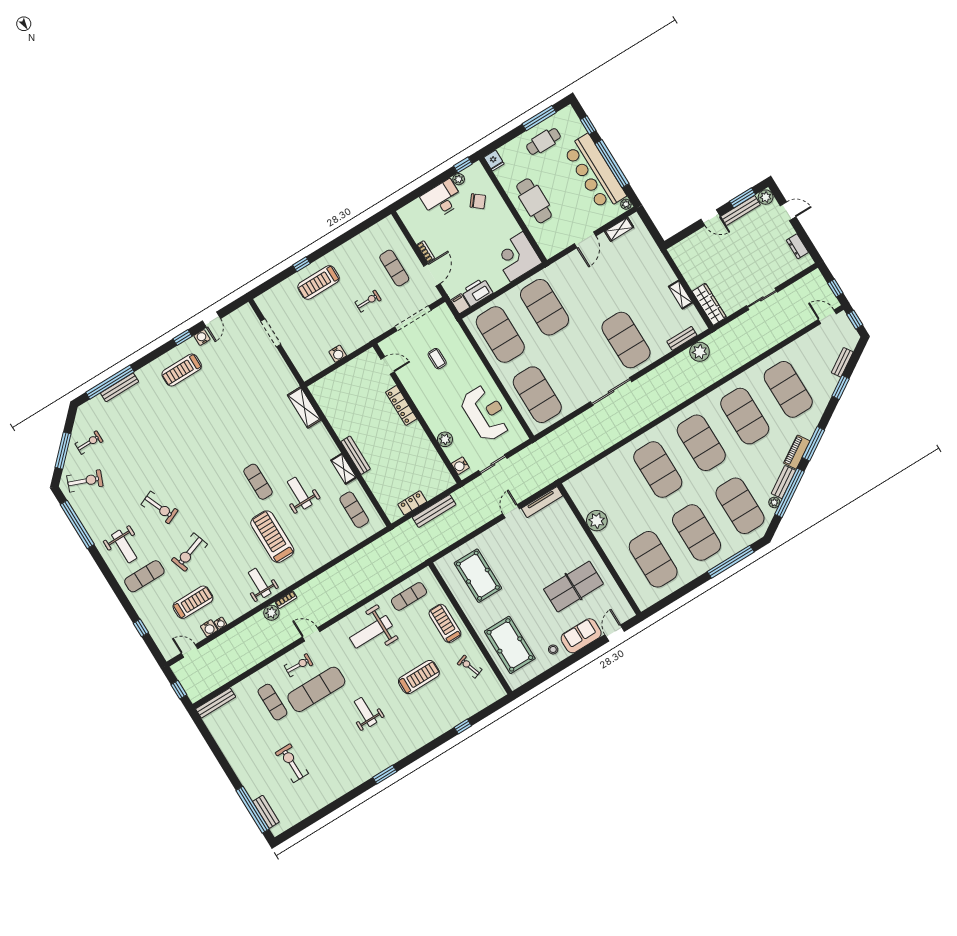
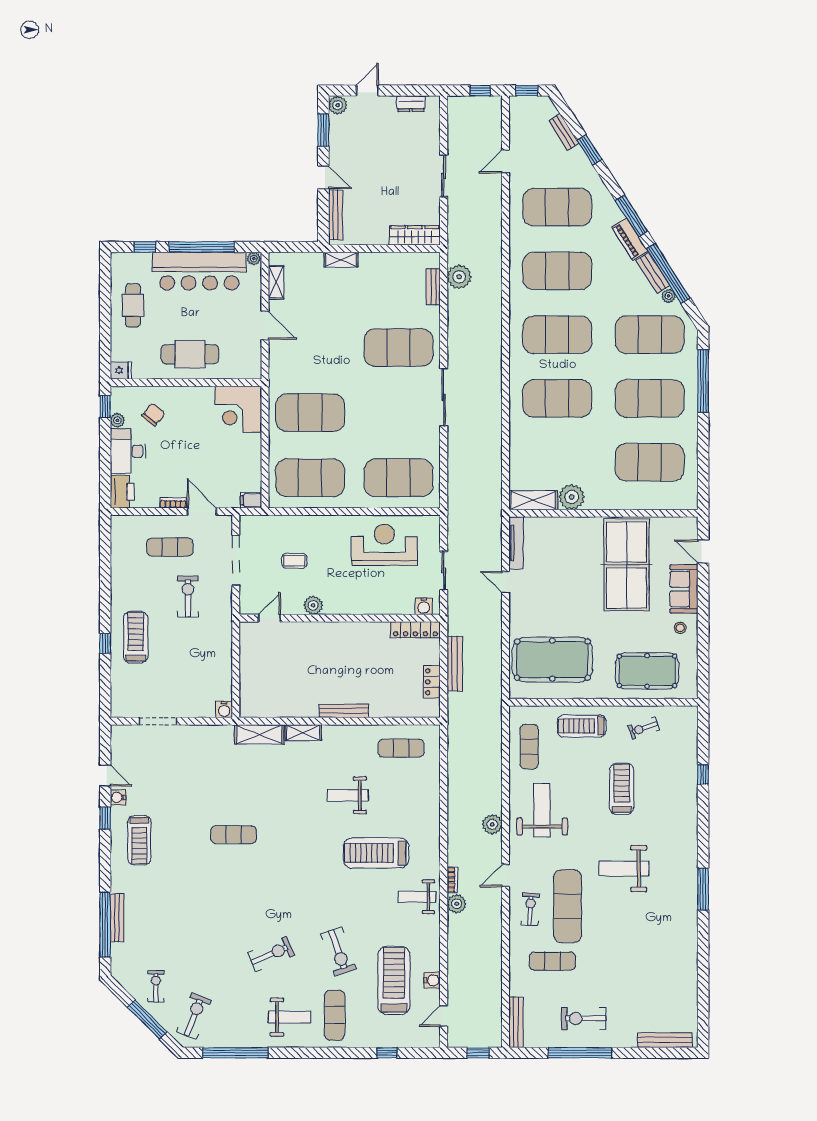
window: (539, 118) -> (105, 295), removed
bench: (741, 211) -> (336, 215), moved
door: (710, 218) -> (323, 177), hinge flipped
treadmill: (319, 282) -> (136, 637), turned 180
printer: (477, 292) -> (122, 492), moved, turned 180
shelving: (681, 295) -> (341, 260), moved
exercise bike: (368, 301) -> (188, 597), width x1.38, depth x1.39
door: (827, 317) -> (506, 161), moved
water cooler: (338, 354) -> (224, 710), moved, turned 90
locker: (401, 405) -> (415, 630), moved
plant: (445, 439) -> (313, 605), moved
shelving: (344, 469) -> (303, 733), moved
exercise mat: (258, 482) -> (234, 835), moved
shelving: (578, 496) -> (533, 500), added
pool table: (478, 576) -> (552, 660), width x1.36, depth x1.32
table tennis table: (573, 587) -> (627, 565), width x1.36, depth x1.32
treadmill: (193, 602) -> (394, 980), width x1.37, depth x1.38
plant: (340, 604) -> (492, 824), added
water cooler: (220, 623) -> (434, 965), removed
weight bench: (371, 632) -> (542, 810), turned 180
weight bench: (366, 712) -> (624, 869), width x1.36, depth x1.33
exercise bike: (292, 763) -> (584, 1018), moved
window: (385, 775) -> (703, 889), width x1.44
window: (253, 810) -> (580, 1053), moved
bench: (266, 812) -> (665, 1040), width x1.36

